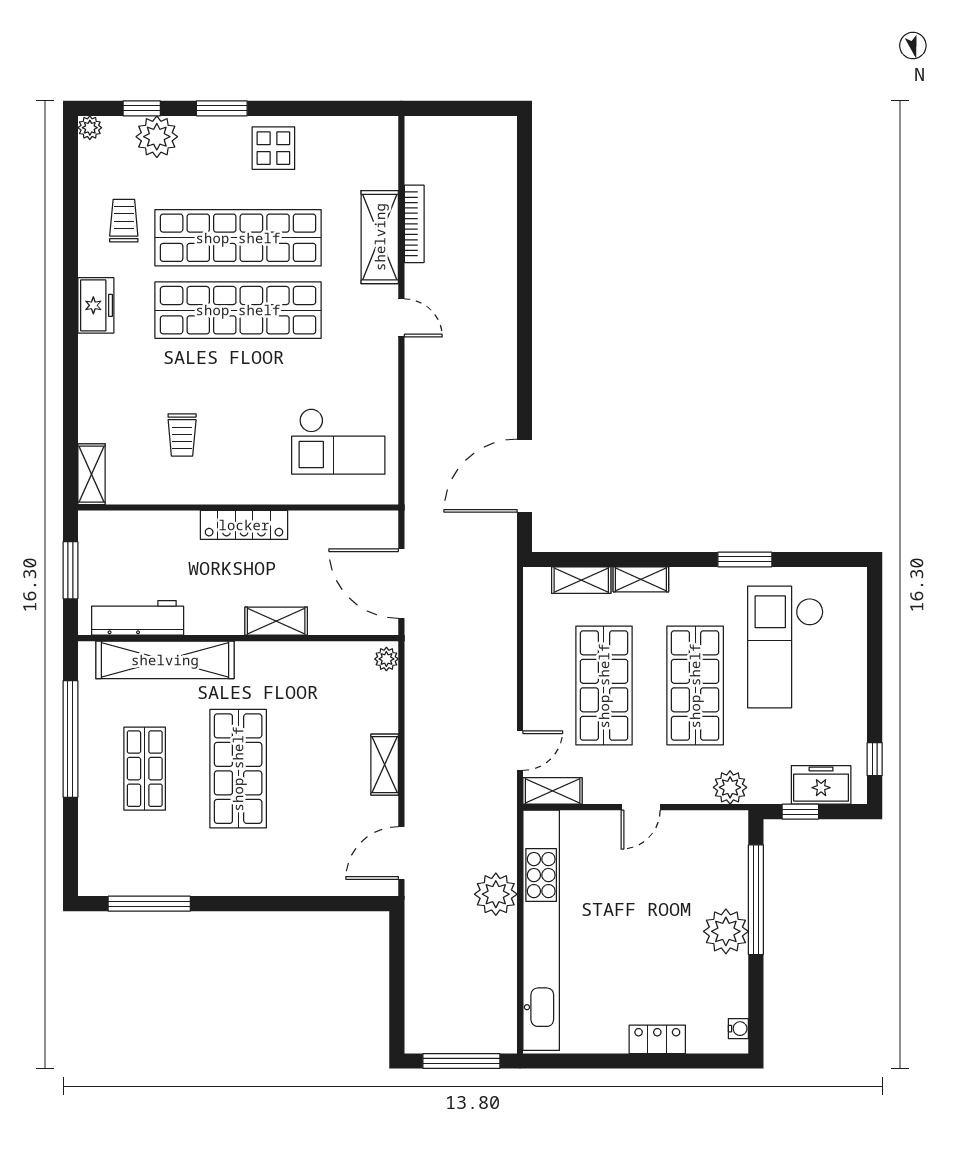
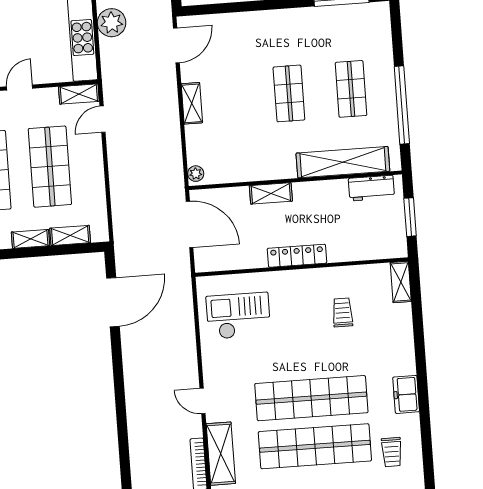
workbench: (138, 618) -> (371, 188), width x0.73
shop shelf: (238, 769) -> (289, 93), width x0.70, depth x0.74

